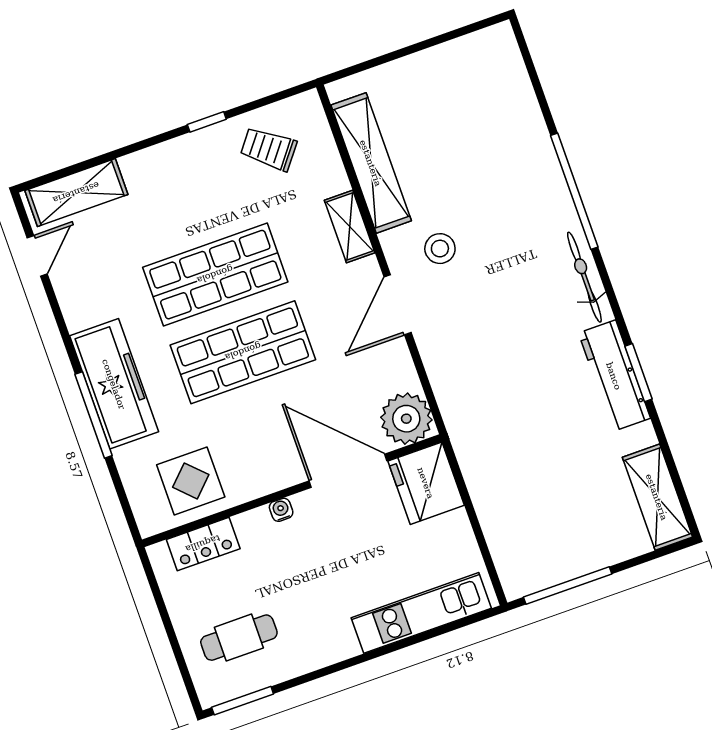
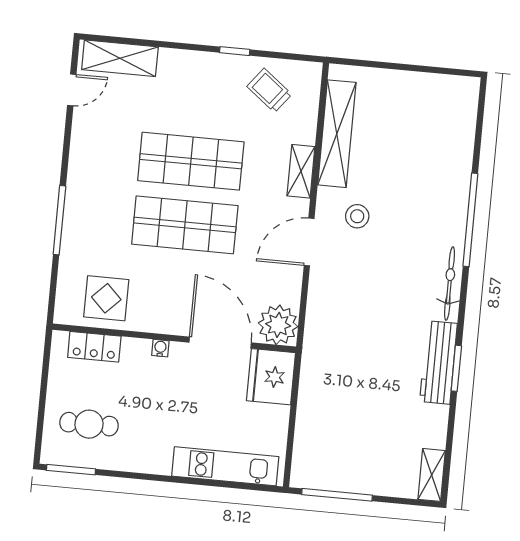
freezer: (114, 384) -> (84, 205), removed
shelving: (657, 497) -> (432, 475), width x0.67, depth x0.75

